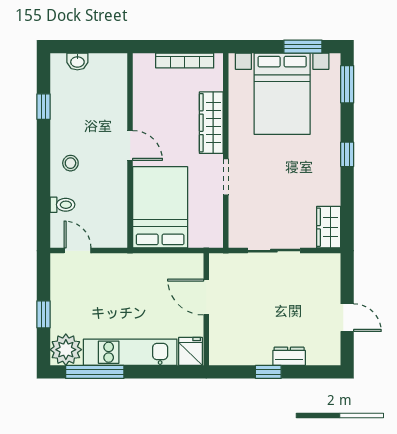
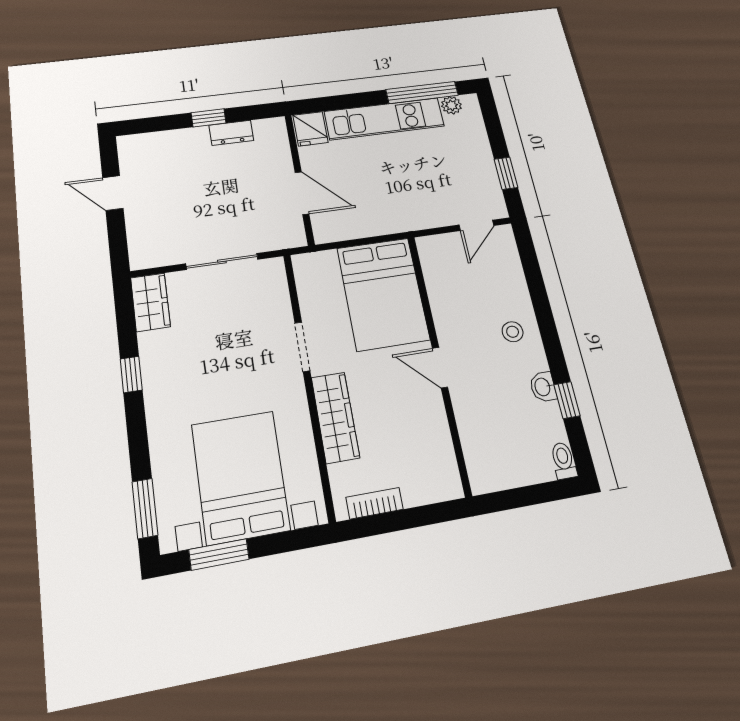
bookcase: (185, 60) -> (375, 503), width x0.64
washbasin: (77, 62) -> (543, 387), moved, turned -90
window: (347, 154) -> (131, 374), moved
toilet: (62, 205) -> (563, 461), moved, turned 90
door: (78, 251) -> (476, 225), hinge flipped
window: (43, 314) -> (506, 173), moved
plant: (66, 350) -> (451, 105), width x0.53, depth x0.53
dresser: (289, 356) -> (231, 133), moved

